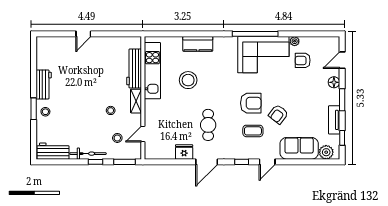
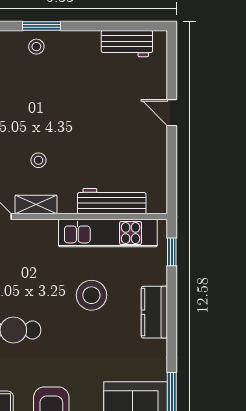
window: (163, 34) -> (172, 252), added
workbench: (44, 84) -> (127, 44), moved
shelving: (136, 101) -> (36, 205), moved

